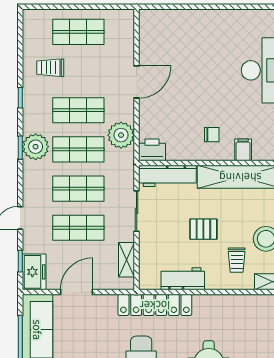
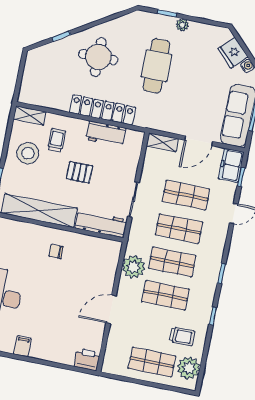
plant: (36, 147) -> (189, 368), moved
printer: (152, 150) -> (87, 359), moved, turned 180
filing cabinet: (243, 150) -> (22, 346), moved, turned 180
shelving: (127, 260) -> (162, 142), moved, turned 90
locker: (155, 305) -> (102, 110), moved

